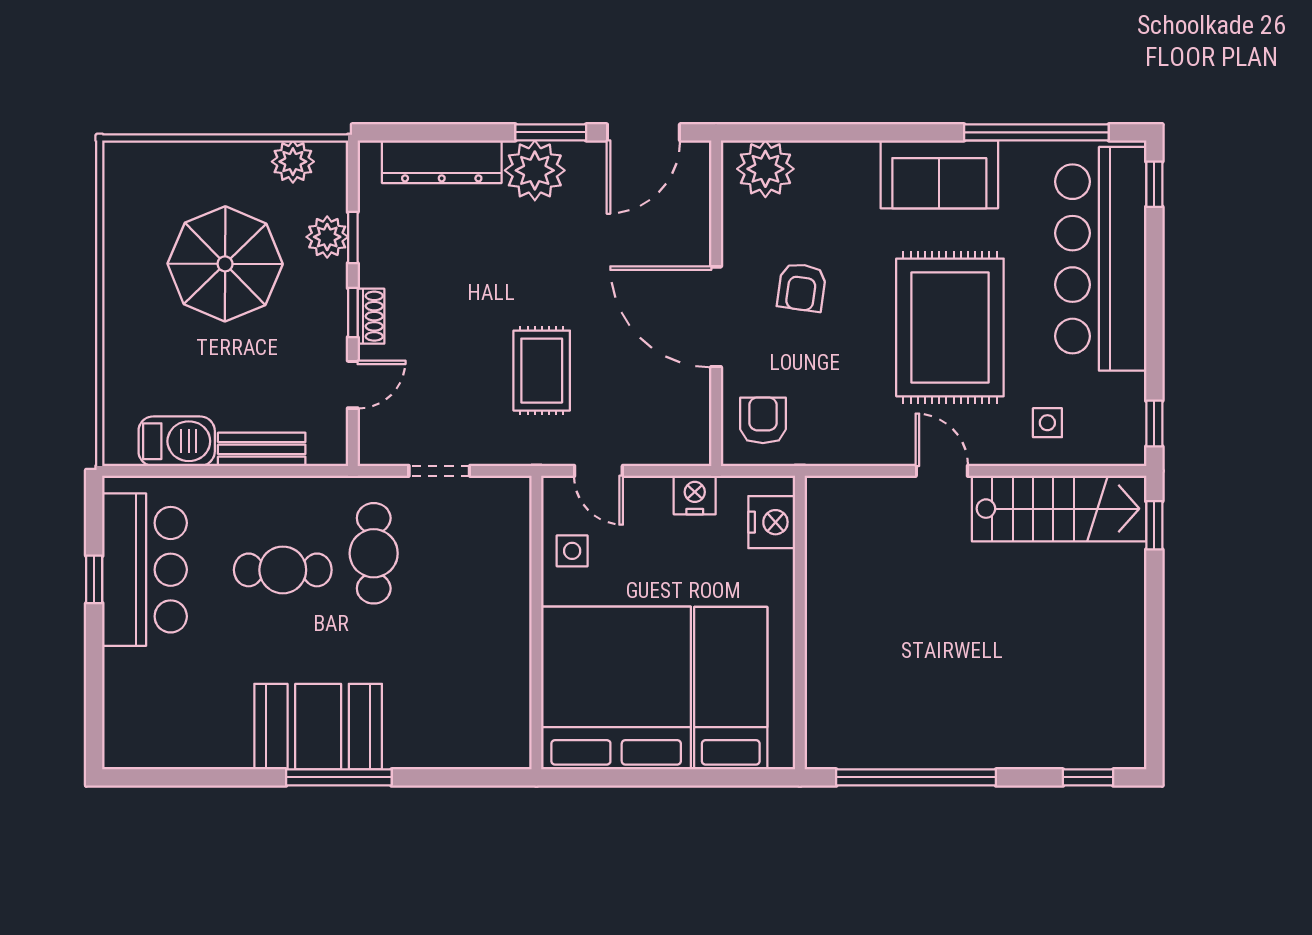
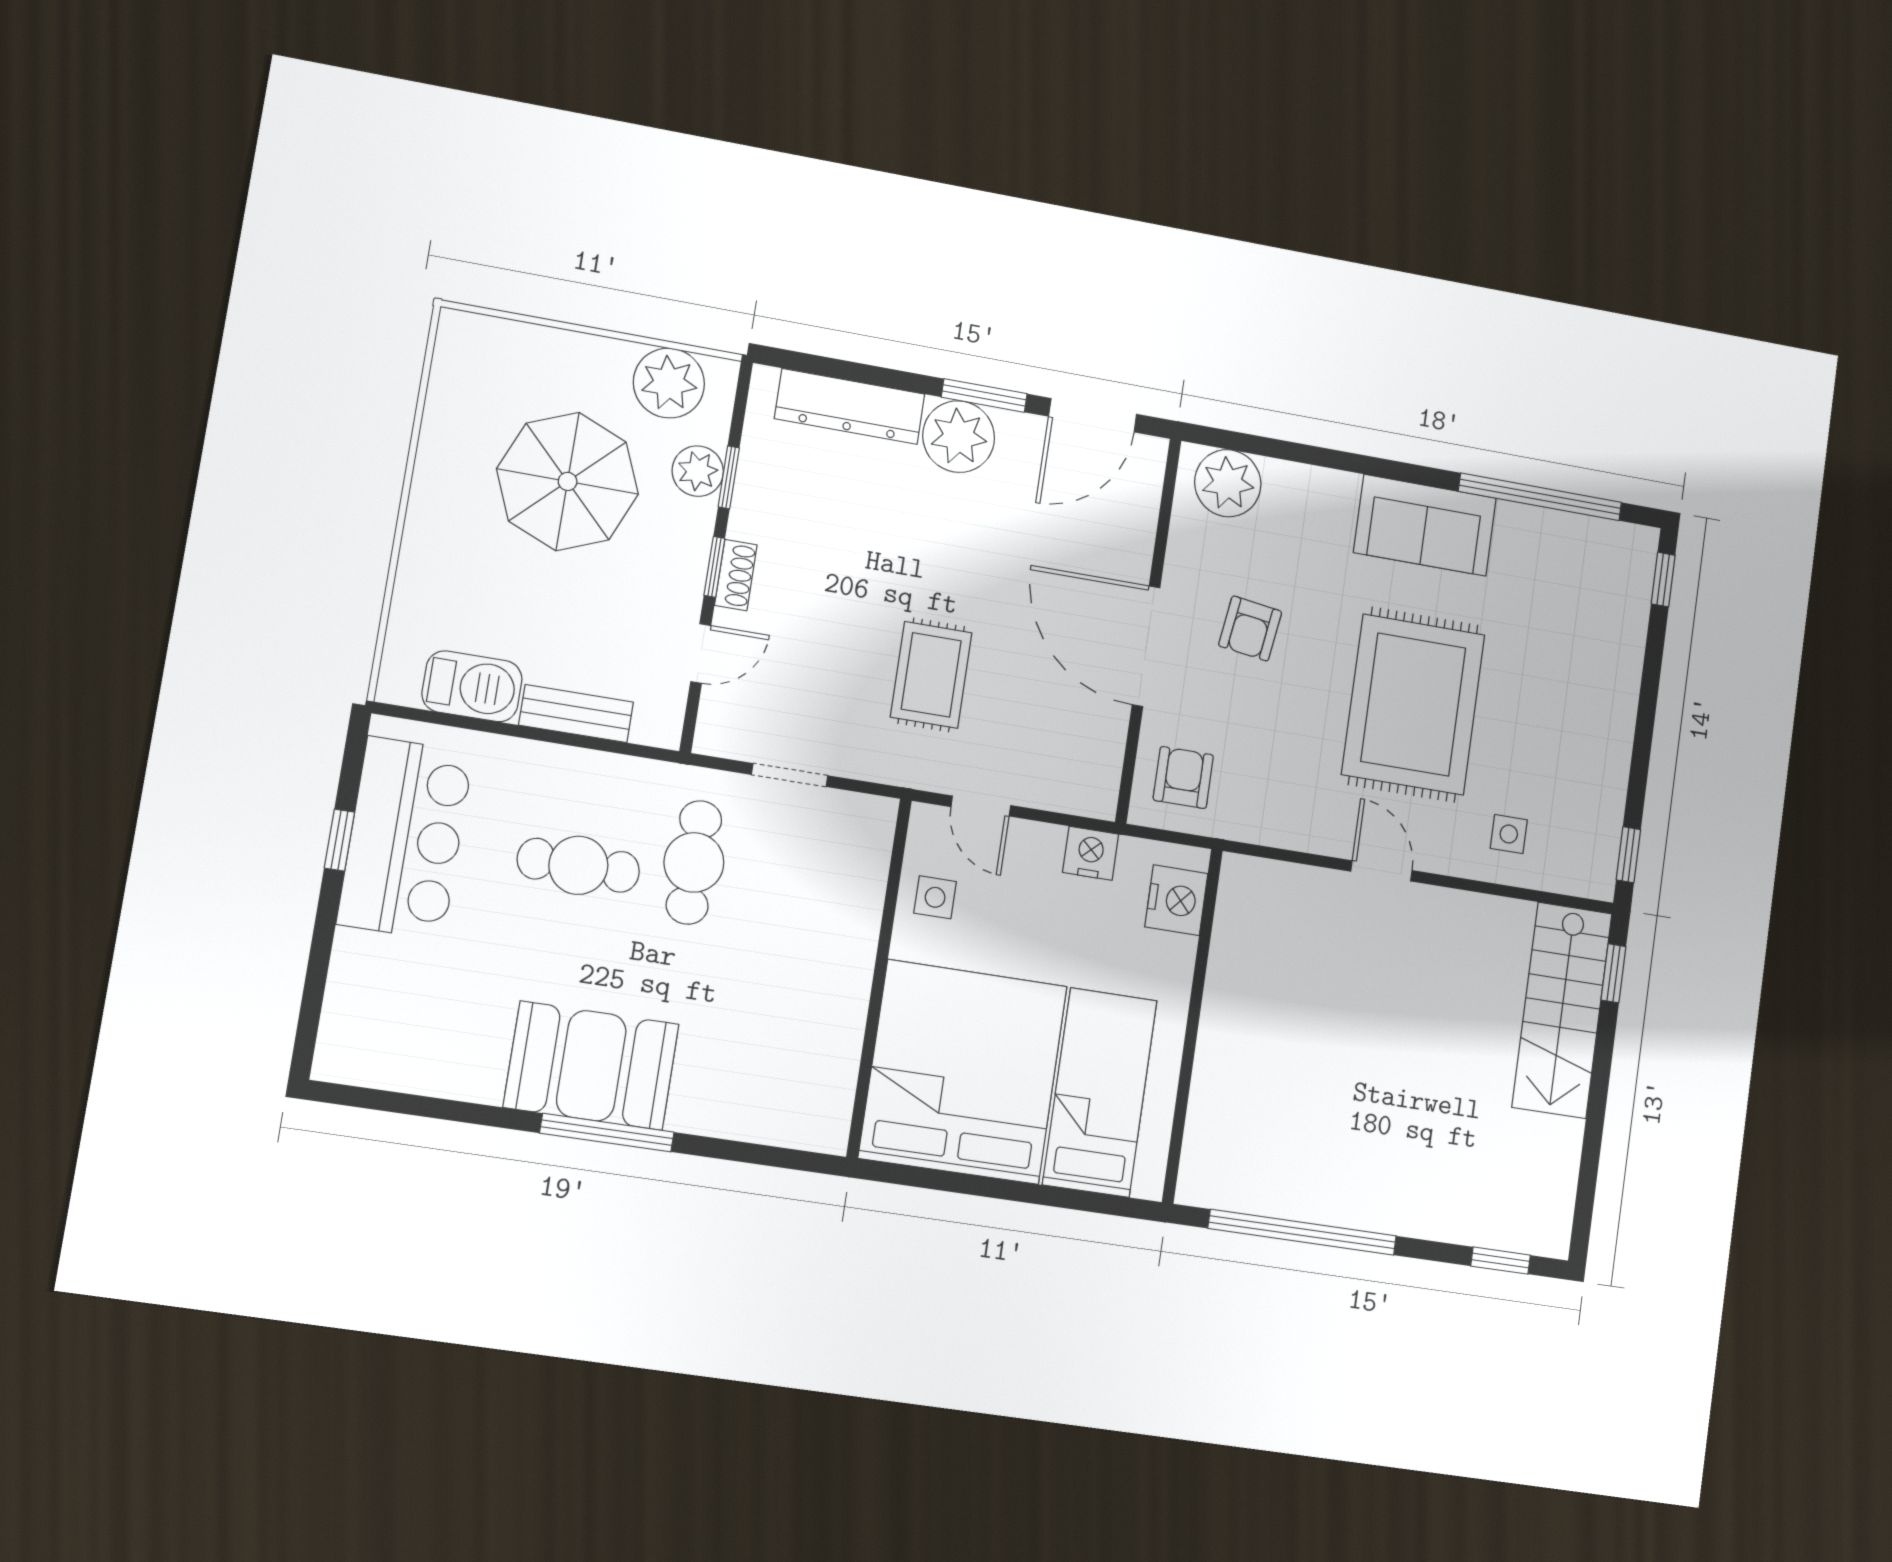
plant: (293, 162) -> (669, 383), width x1.36, depth x1.36
bar counter: (1101, 259) -> (1593, 654), removed
stairs: (1059, 509) -> (1562, 1010), moved, turned 90

